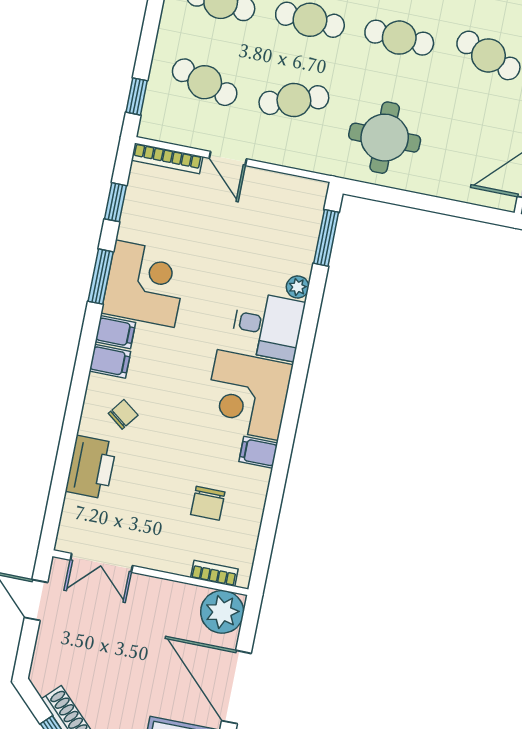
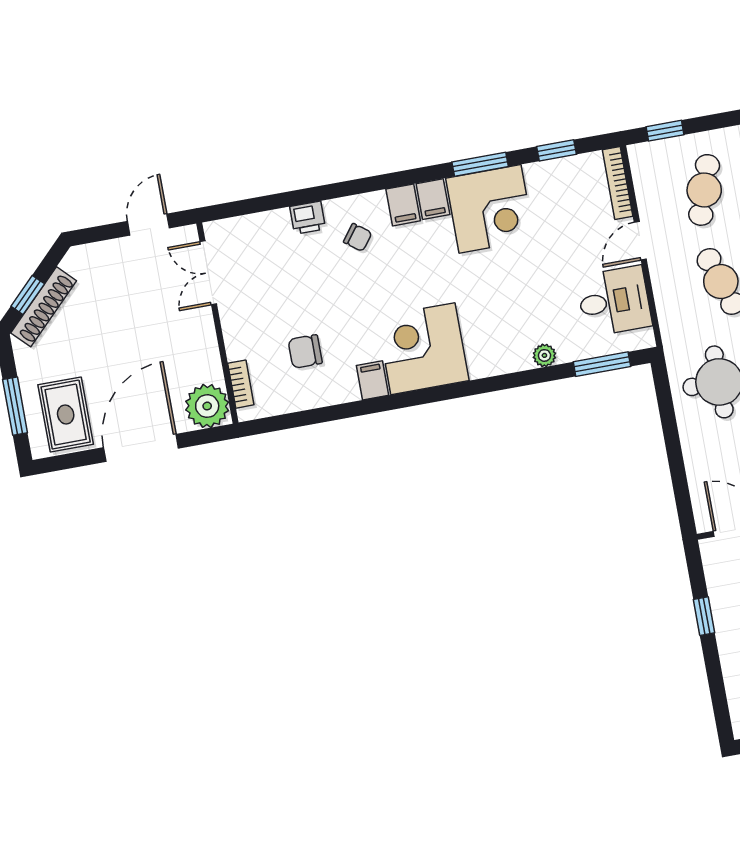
desk: (268, 326) -> (614, 301), moved, turned -90
printer: (91, 467) -> (308, 218), width x0.53, depth x0.68

